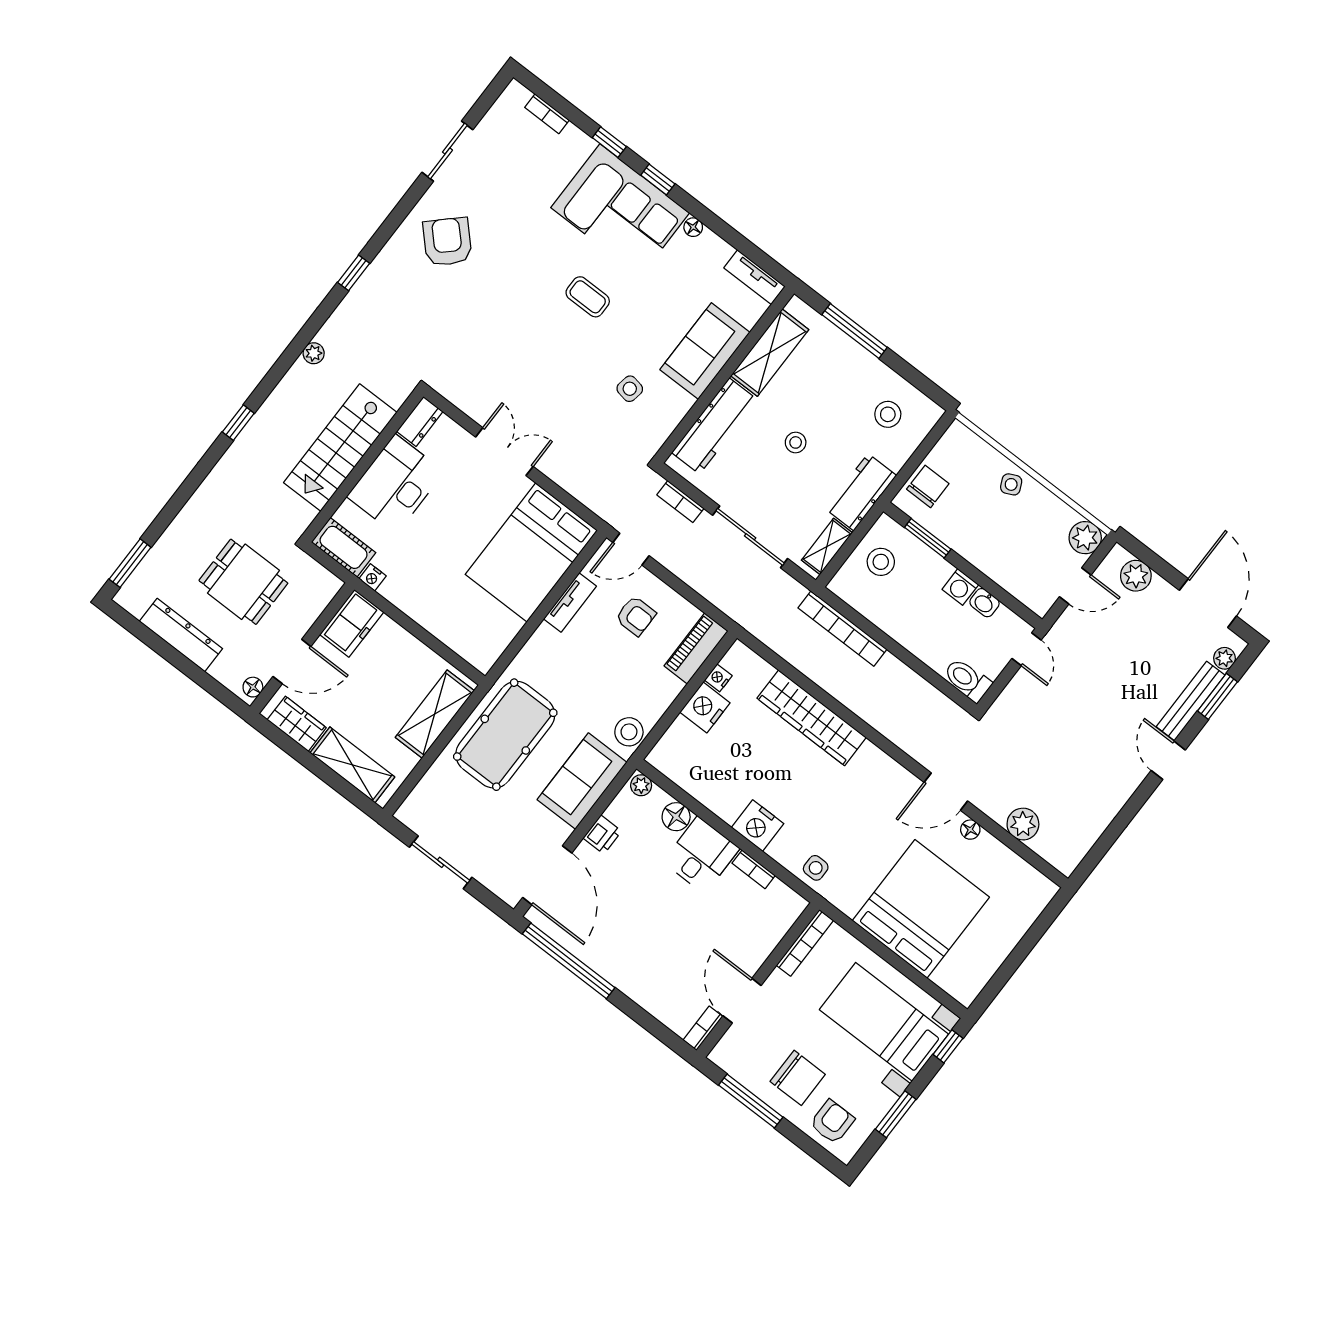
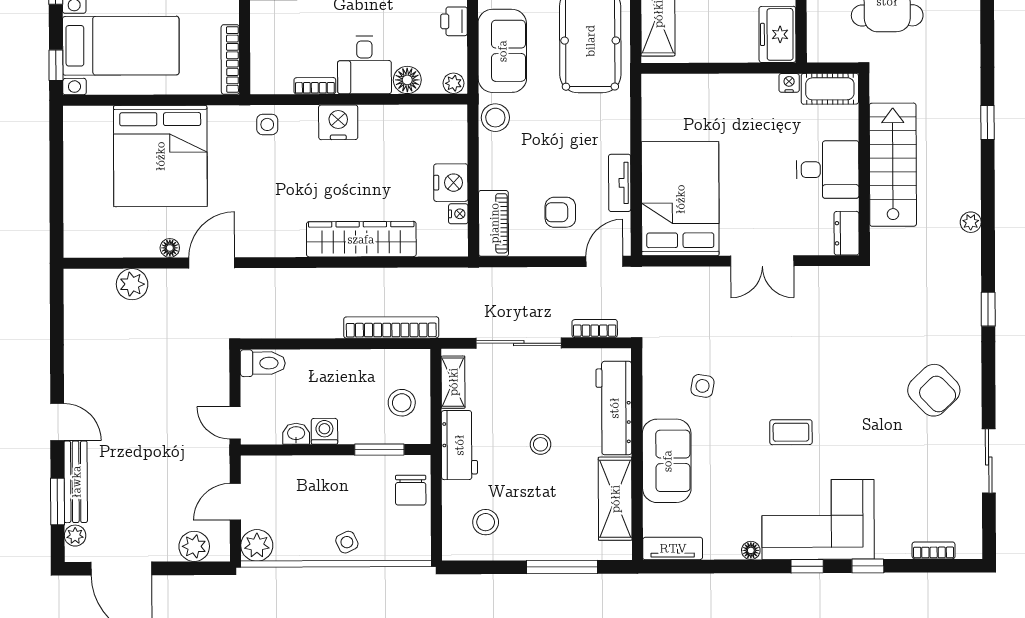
desk: (395, 484) -> (828, 170), width x0.73

